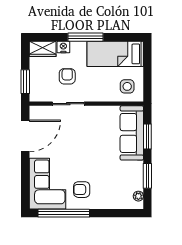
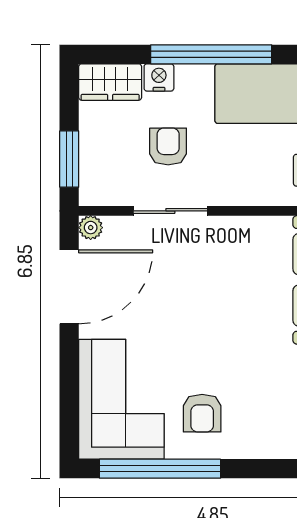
window: (86, 37) -> (211, 54), width x1.46
plant: (34, 111) -> (91, 228), added
armchair: (82, 190) -> (202, 413), turned -90

